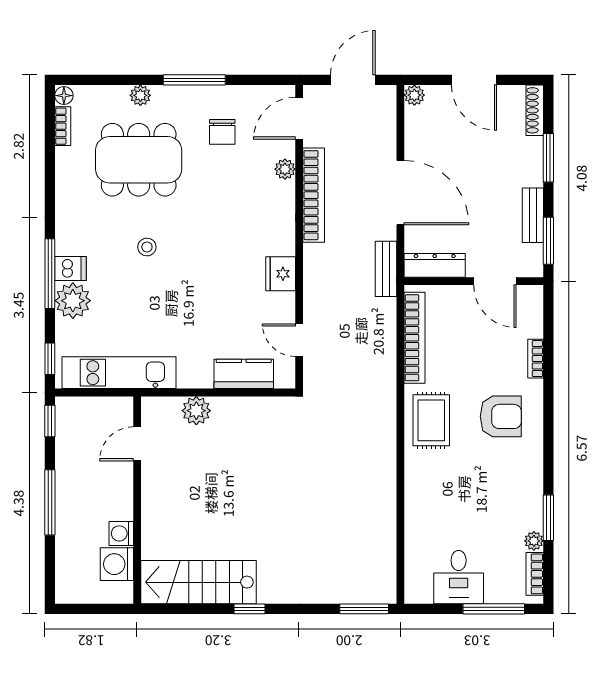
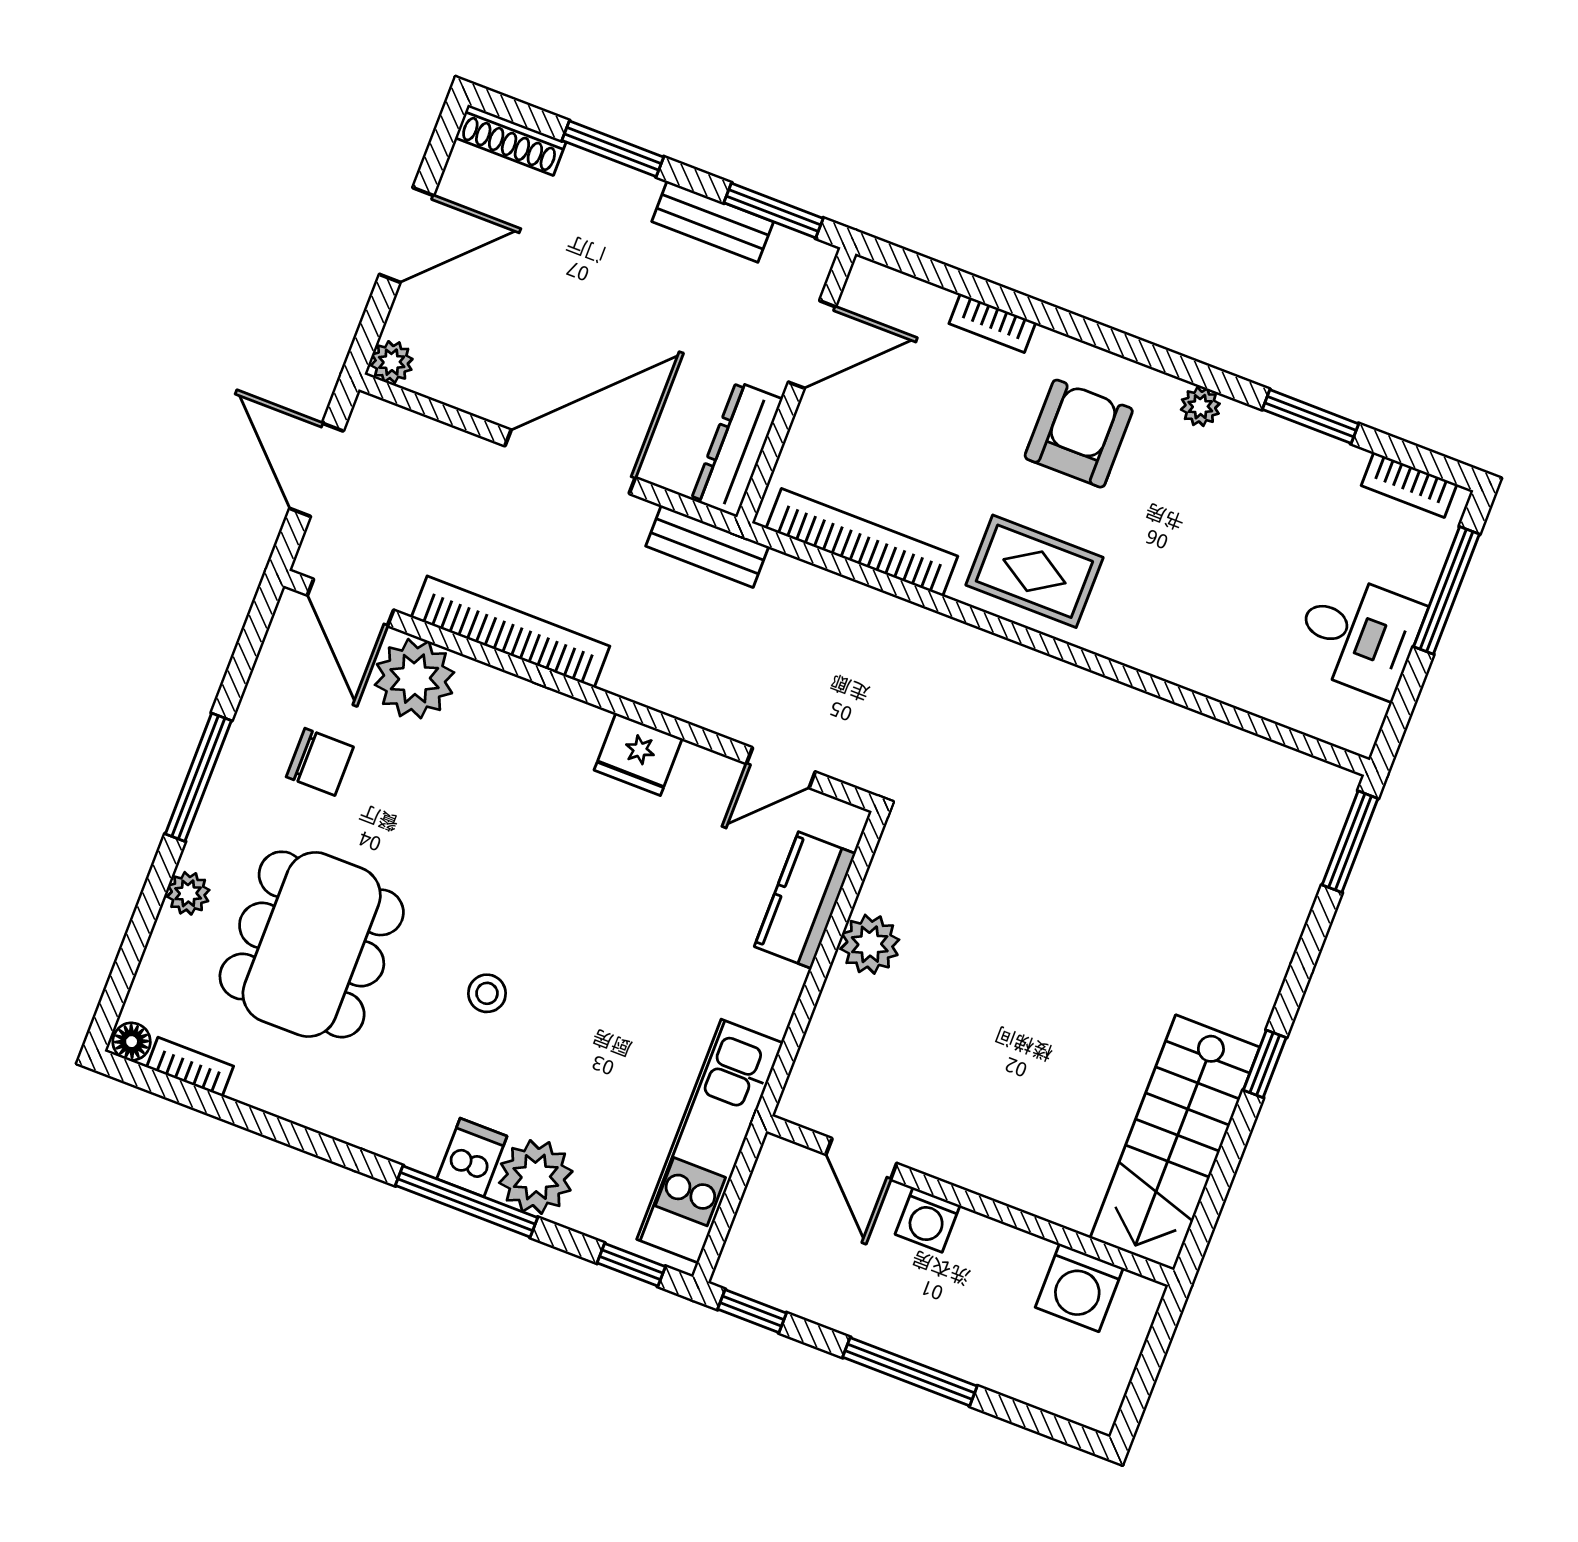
plant: (285, 169) -> (414, 679), width x1.87, depth x1.87
plant: (196, 411) -> (870, 944), moved
washing machine: (121, 533) -> (928, 1220), moved
plant: (534, 541) -> (1200, 407), moved

